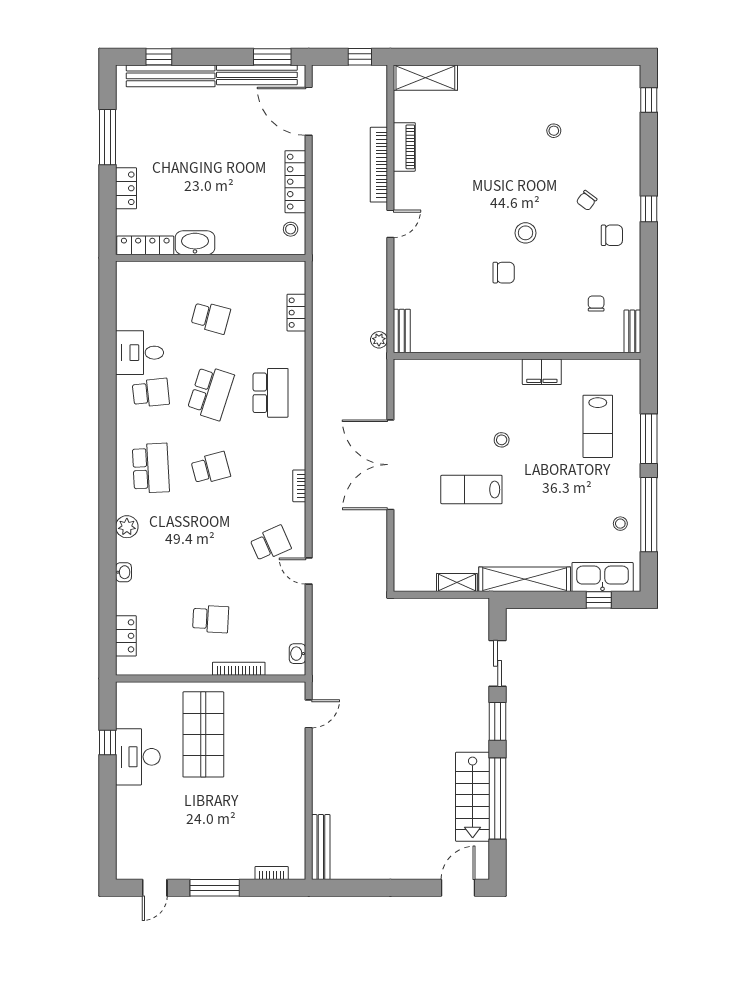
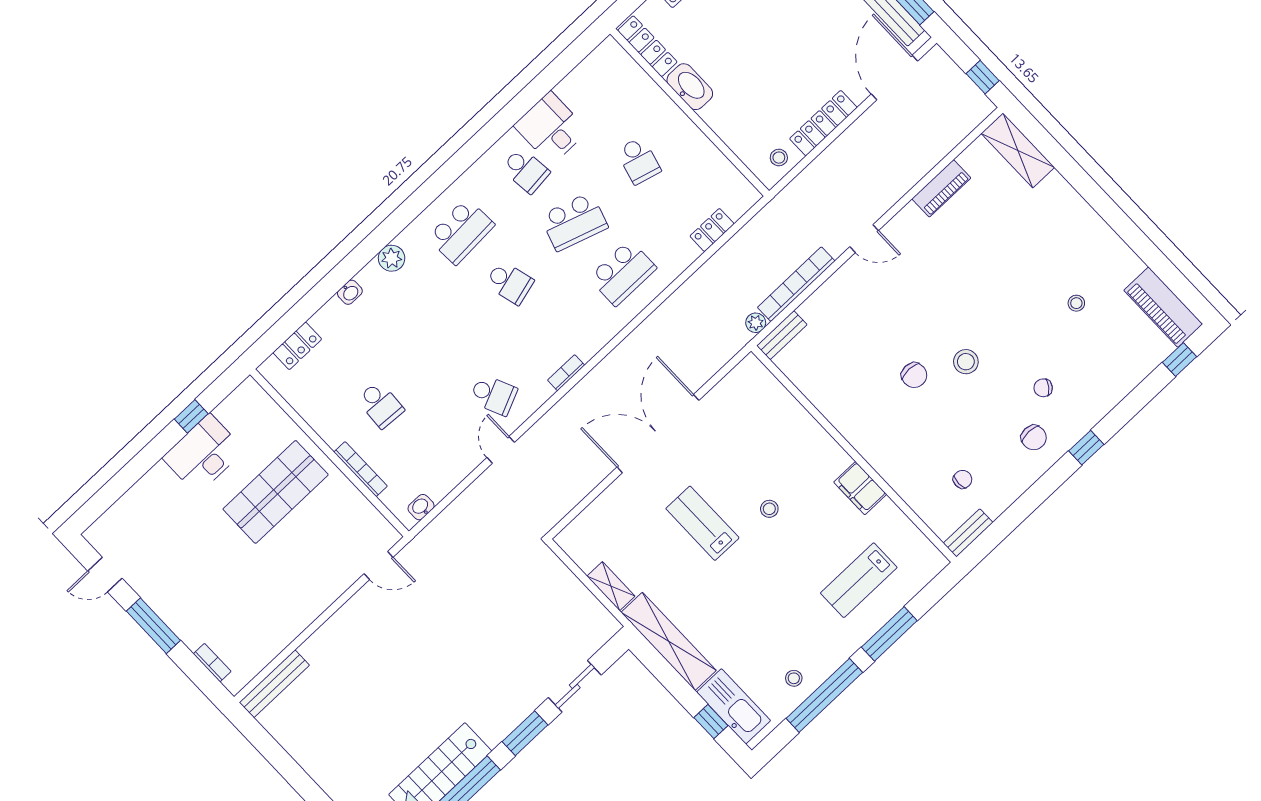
piano: (607, 79) -> (1163, 307), added
bookcase: (379, 165) -> (796, 284), moved

